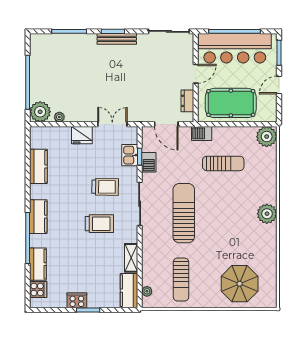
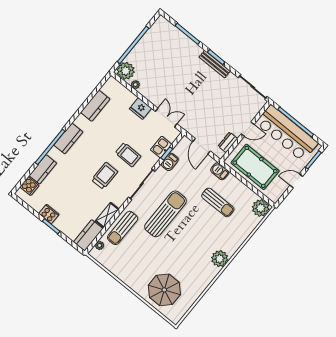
trolley: (99, 224) -> (105, 176), turned -90
sun lounger: (181, 280) -> (123, 228), moved

